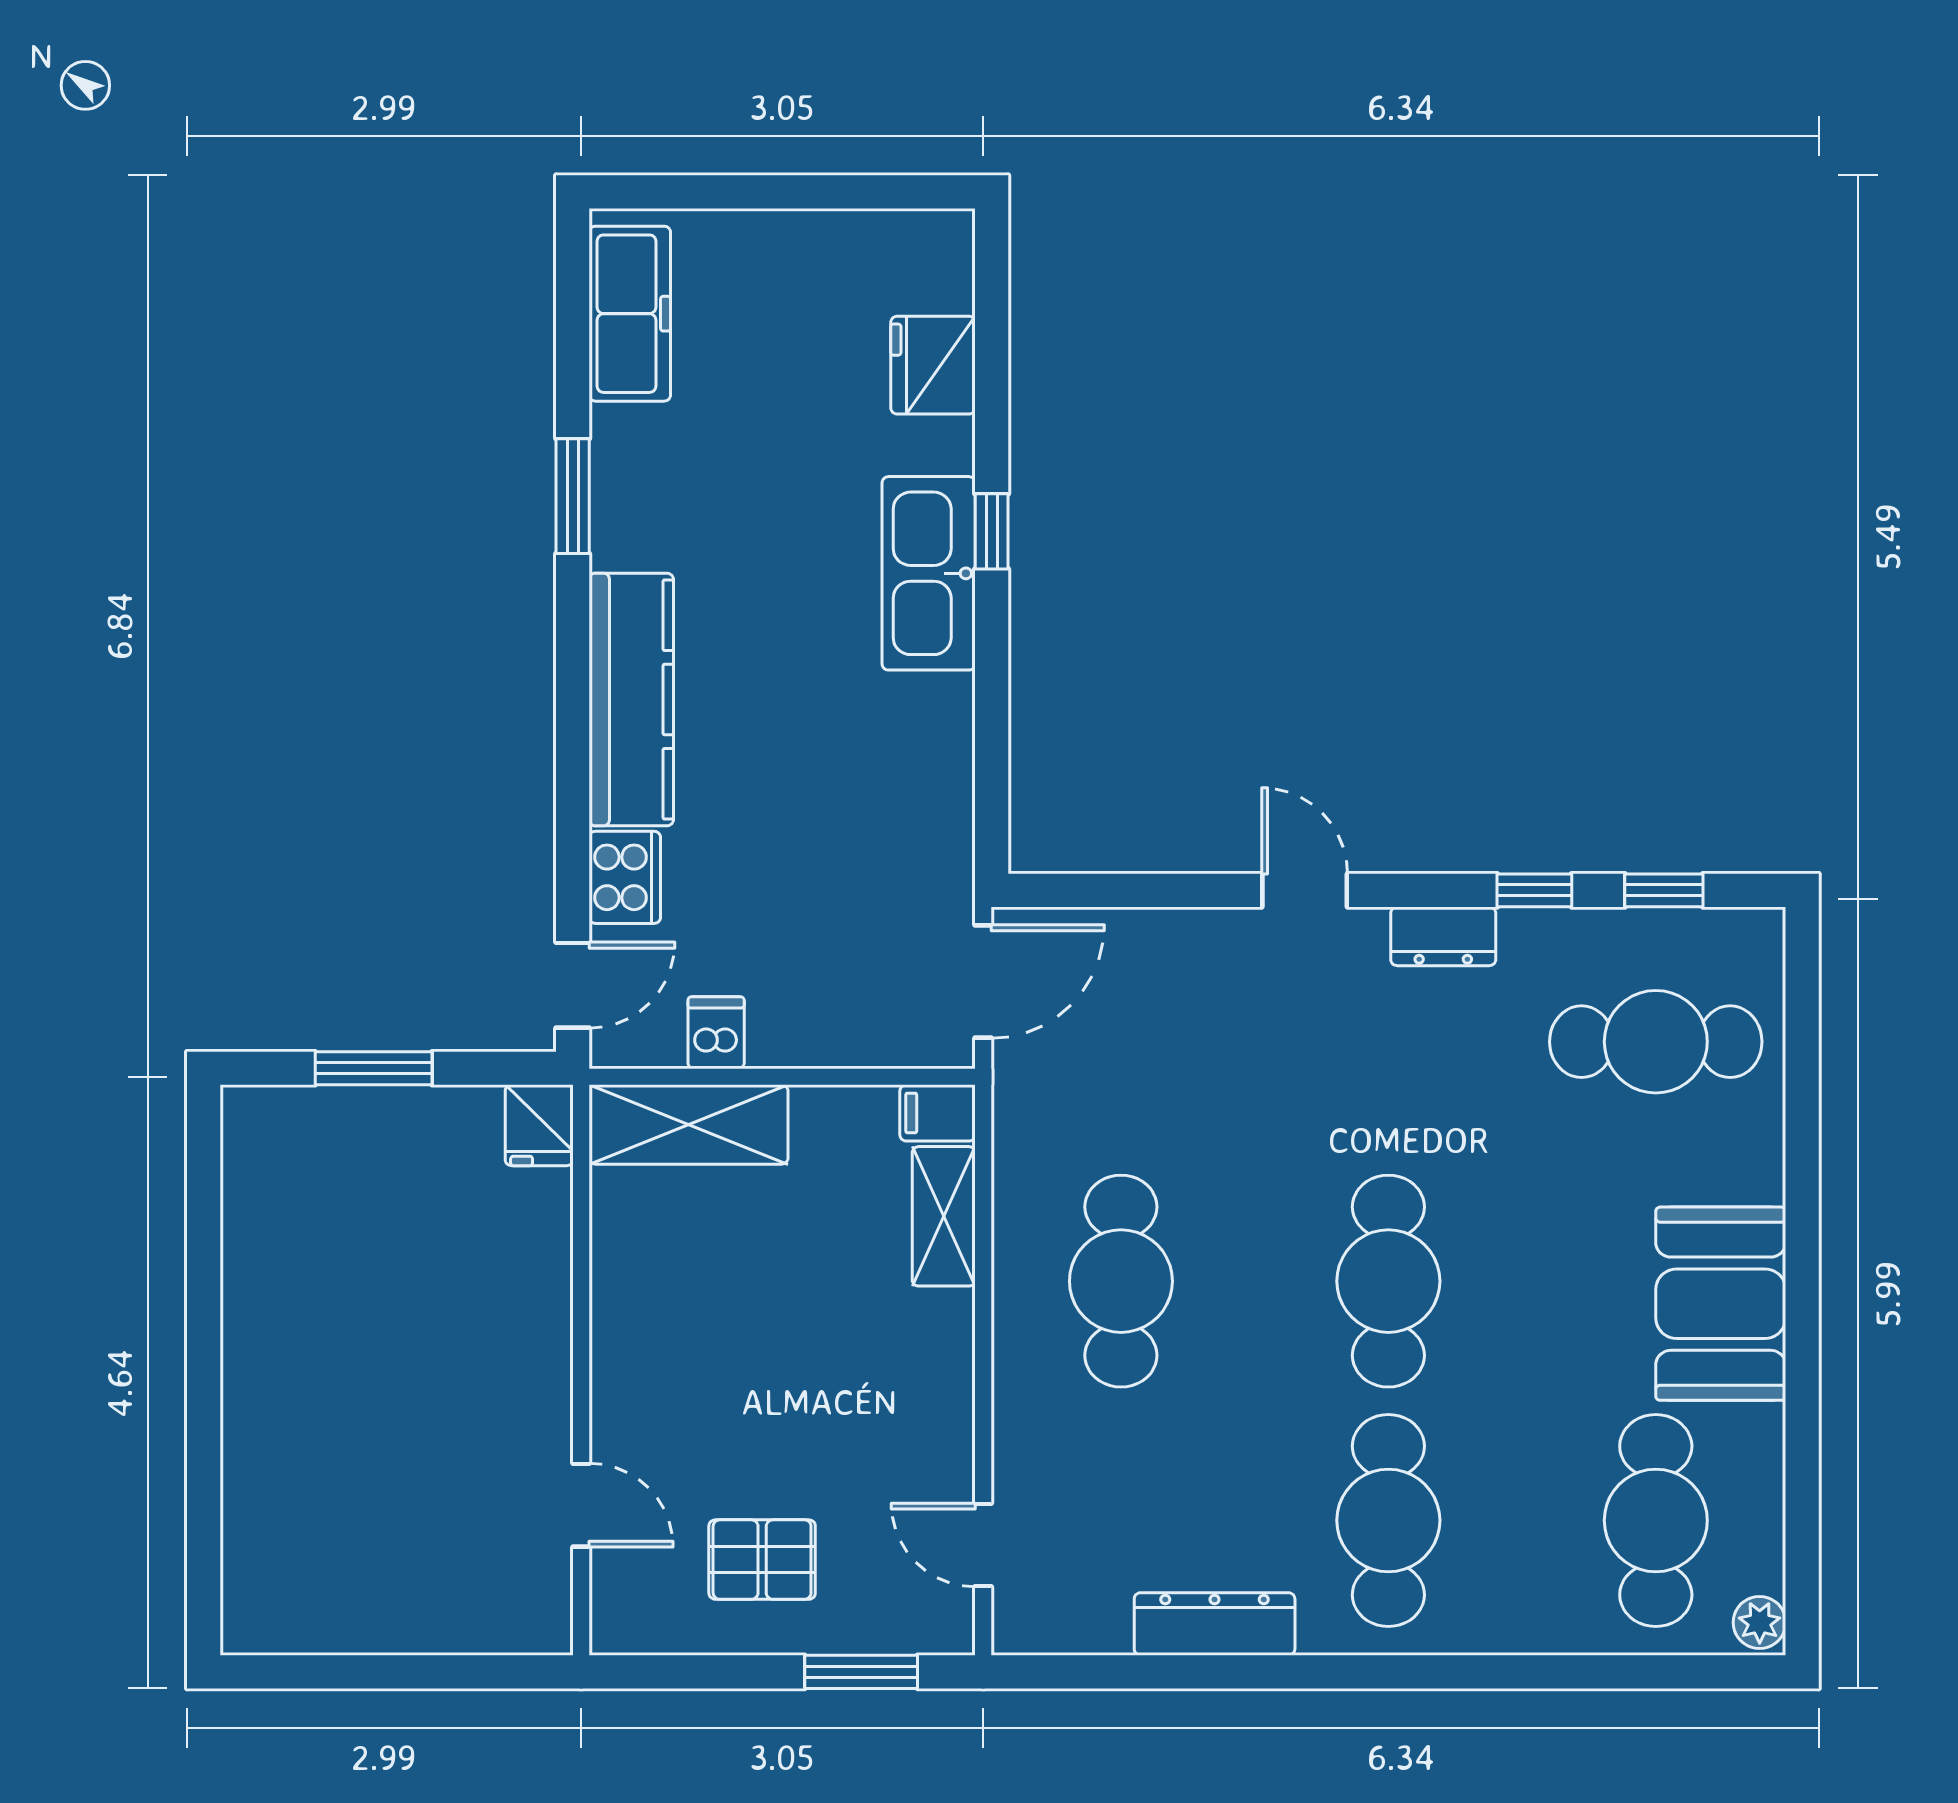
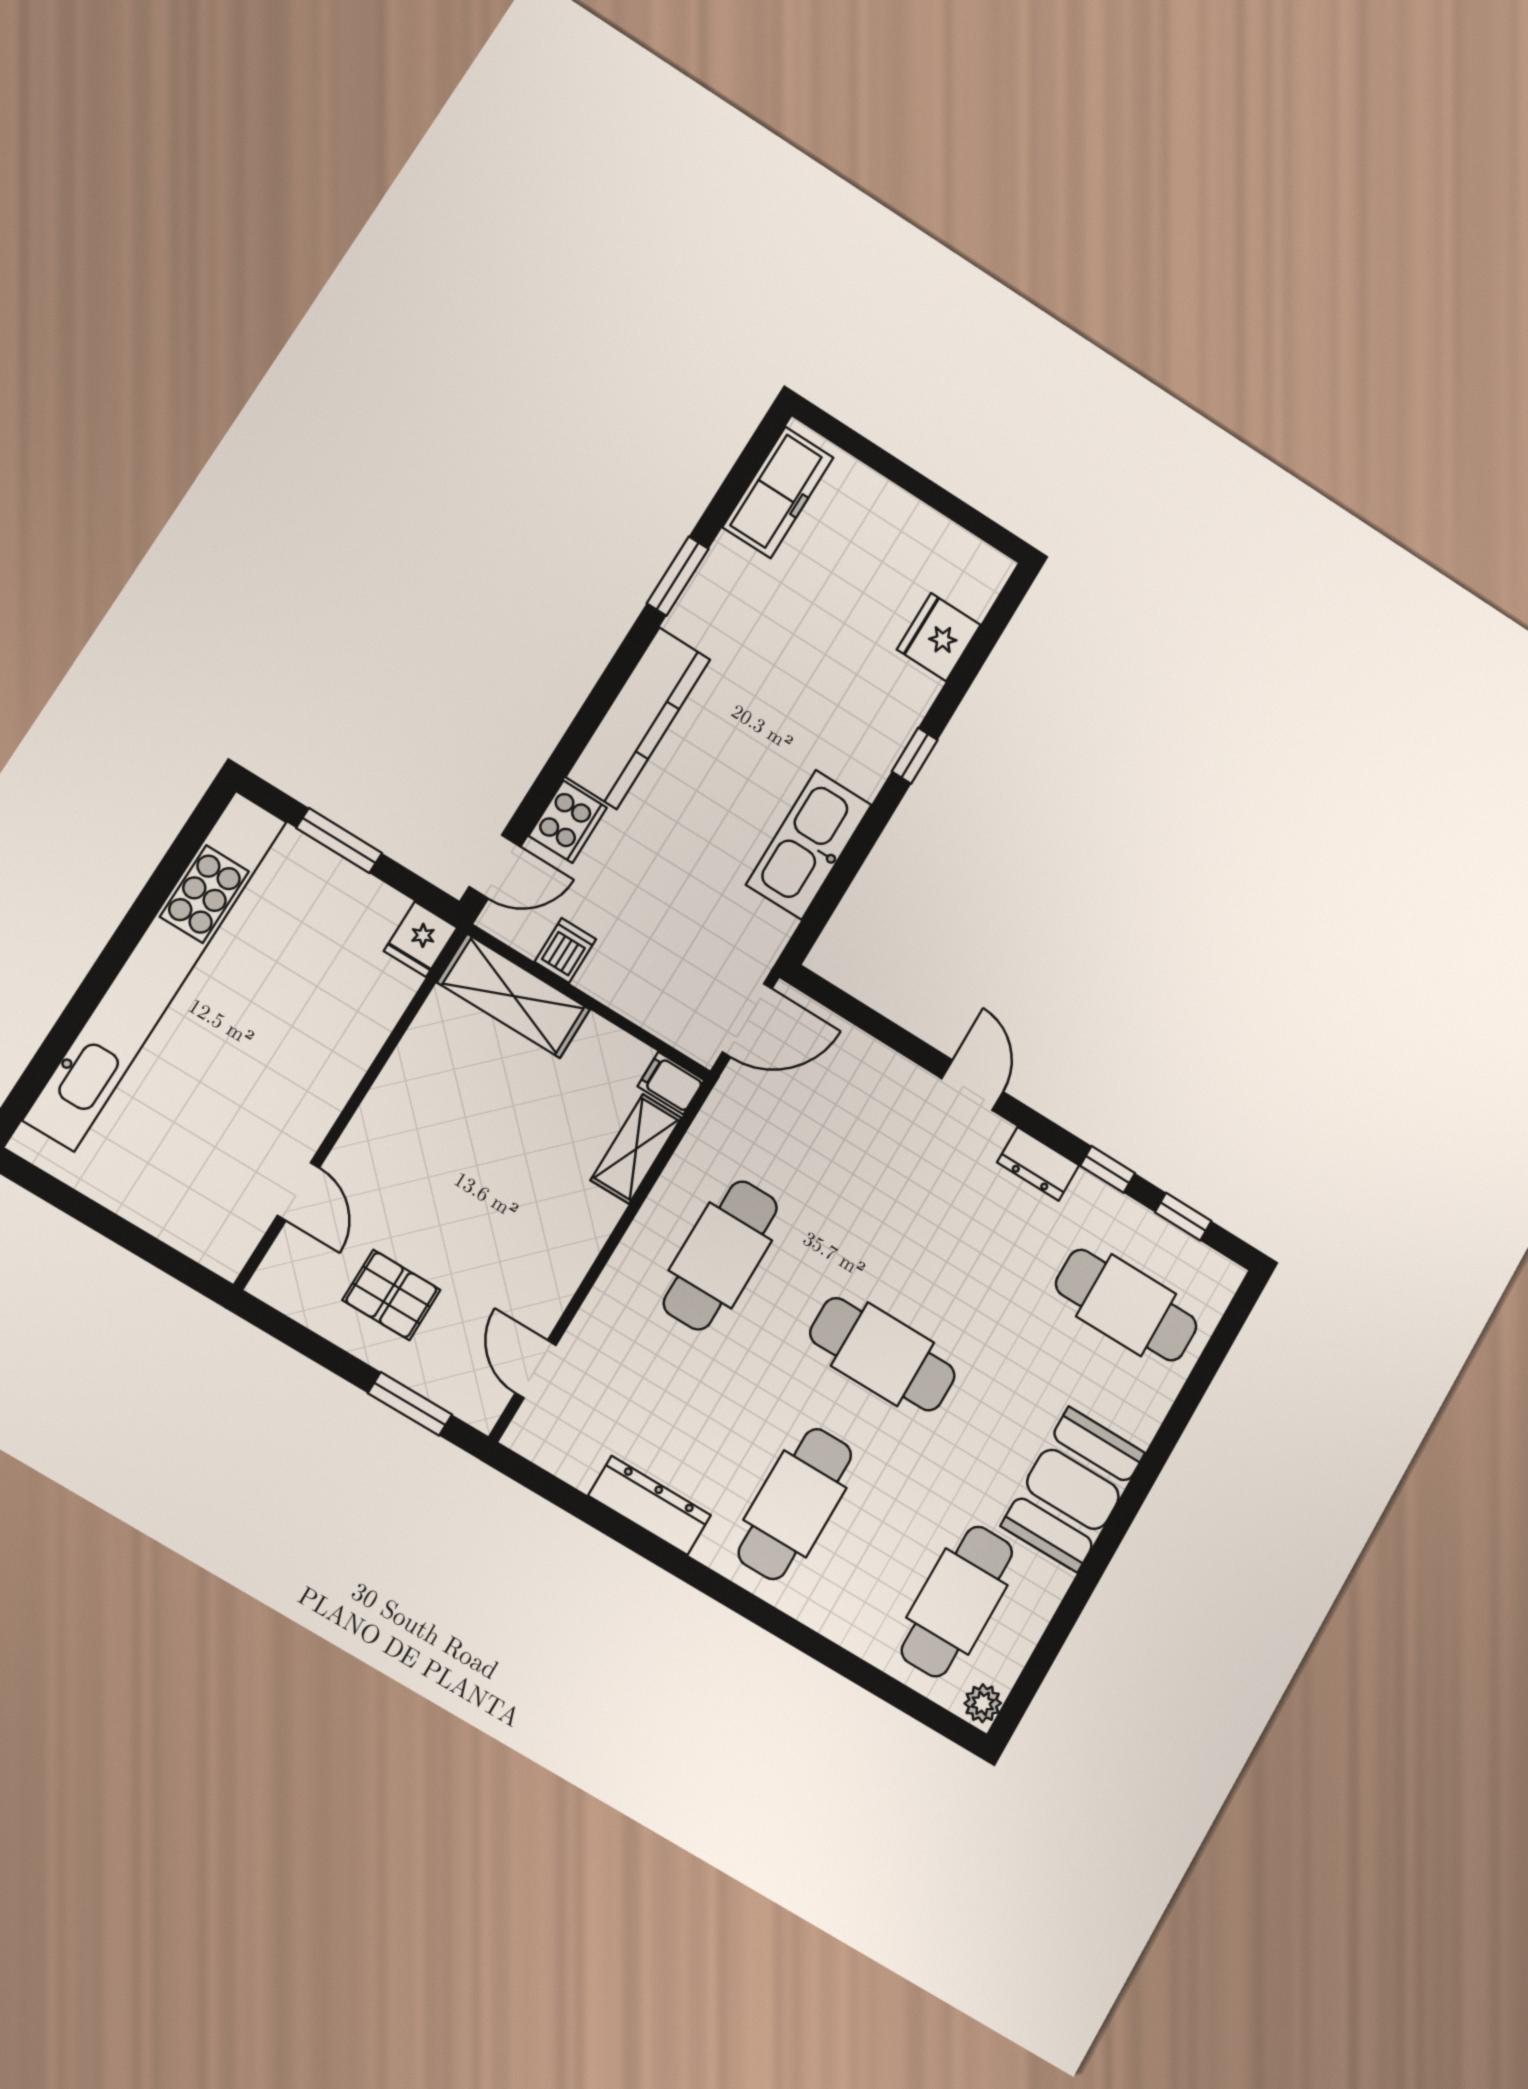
kitchen sink: (929, 573) -> (809, 845), moved
cafe table: (1388, 1281) -> (883, 1354), turned 90
kitchen unit: (260, 1349) -> (156, 970), added

